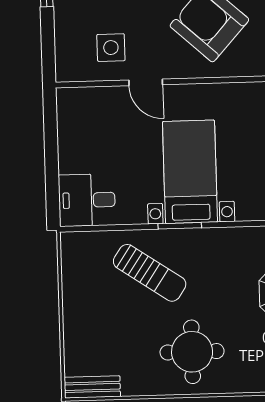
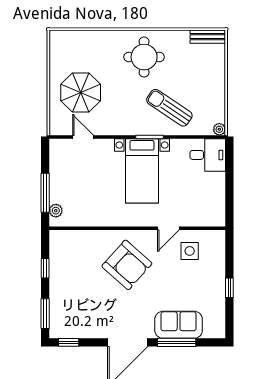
door: (146, 82) -> (168, 228), swing flipped
plant: (70, 241) -> (219, 129), added

